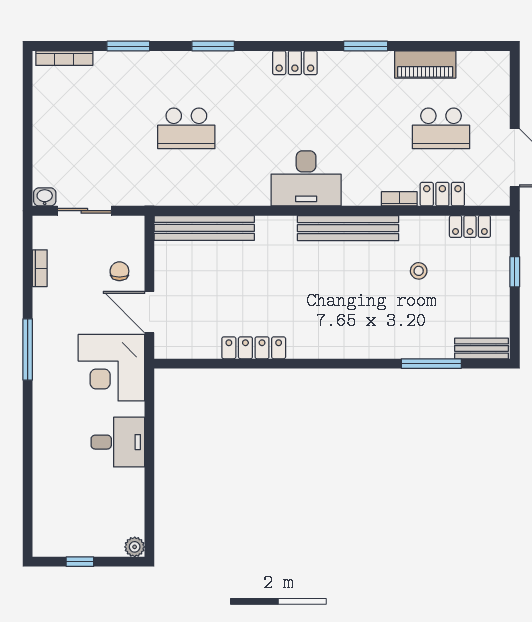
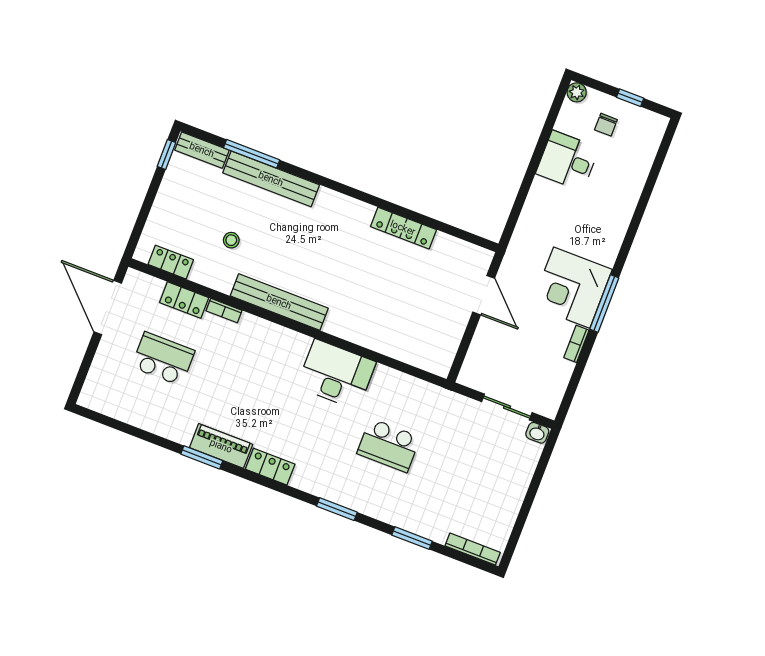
piano: (425, 64) -> (221, 446), moved
school desk: (186, 128) -> (389, 445), turned 180
desk: (306, 178) -> (336, 374), moved
bench: (204, 228) -> (271, 179), moved
bookcase: (40, 268) -> (576, 344), moved
chair: (119, 271) -> (606, 125), moved
window: (515, 272) -> (166, 155), moved
corner desk: (111, 368) -> (572, 288), moved, turned 180
desk: (118, 442) -> (567, 161), moved

